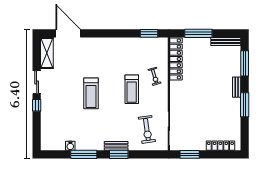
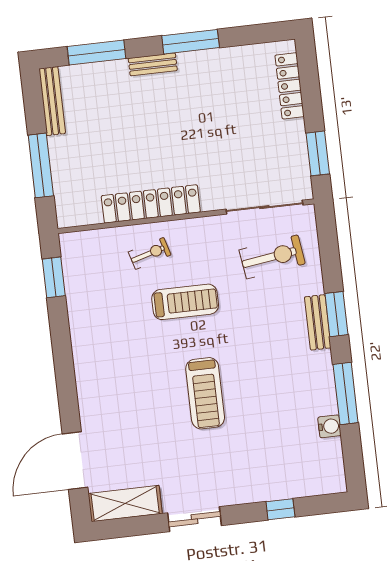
locker: (176, 59) -> (151, 204), moved
treadmill: (91, 93) -> (205, 393), turned 90
window: (37, 105) -> (280, 509), moved

